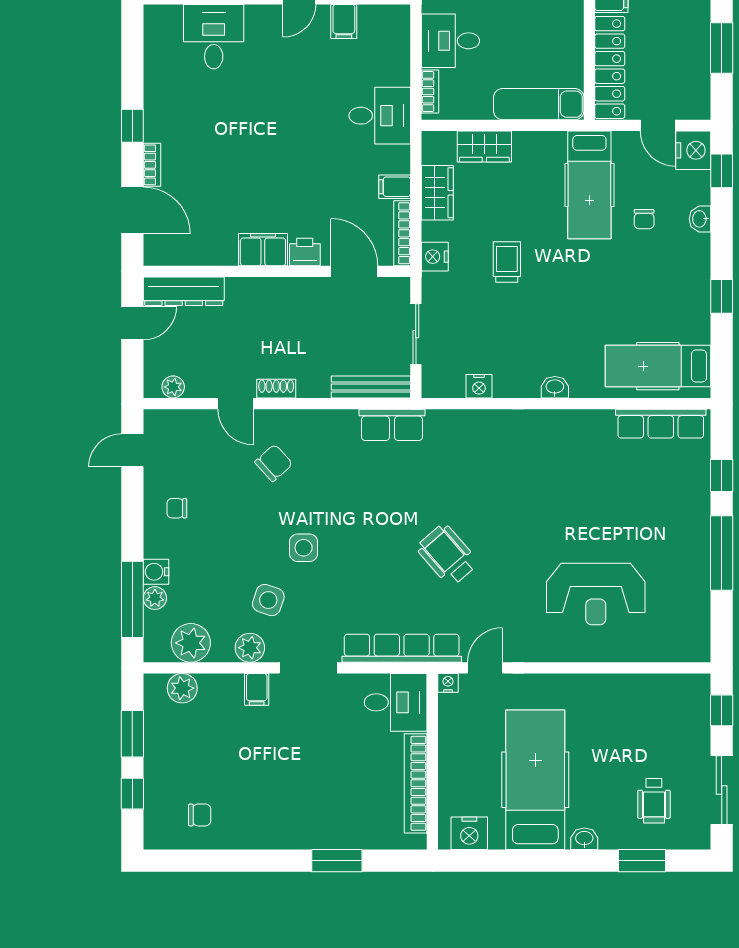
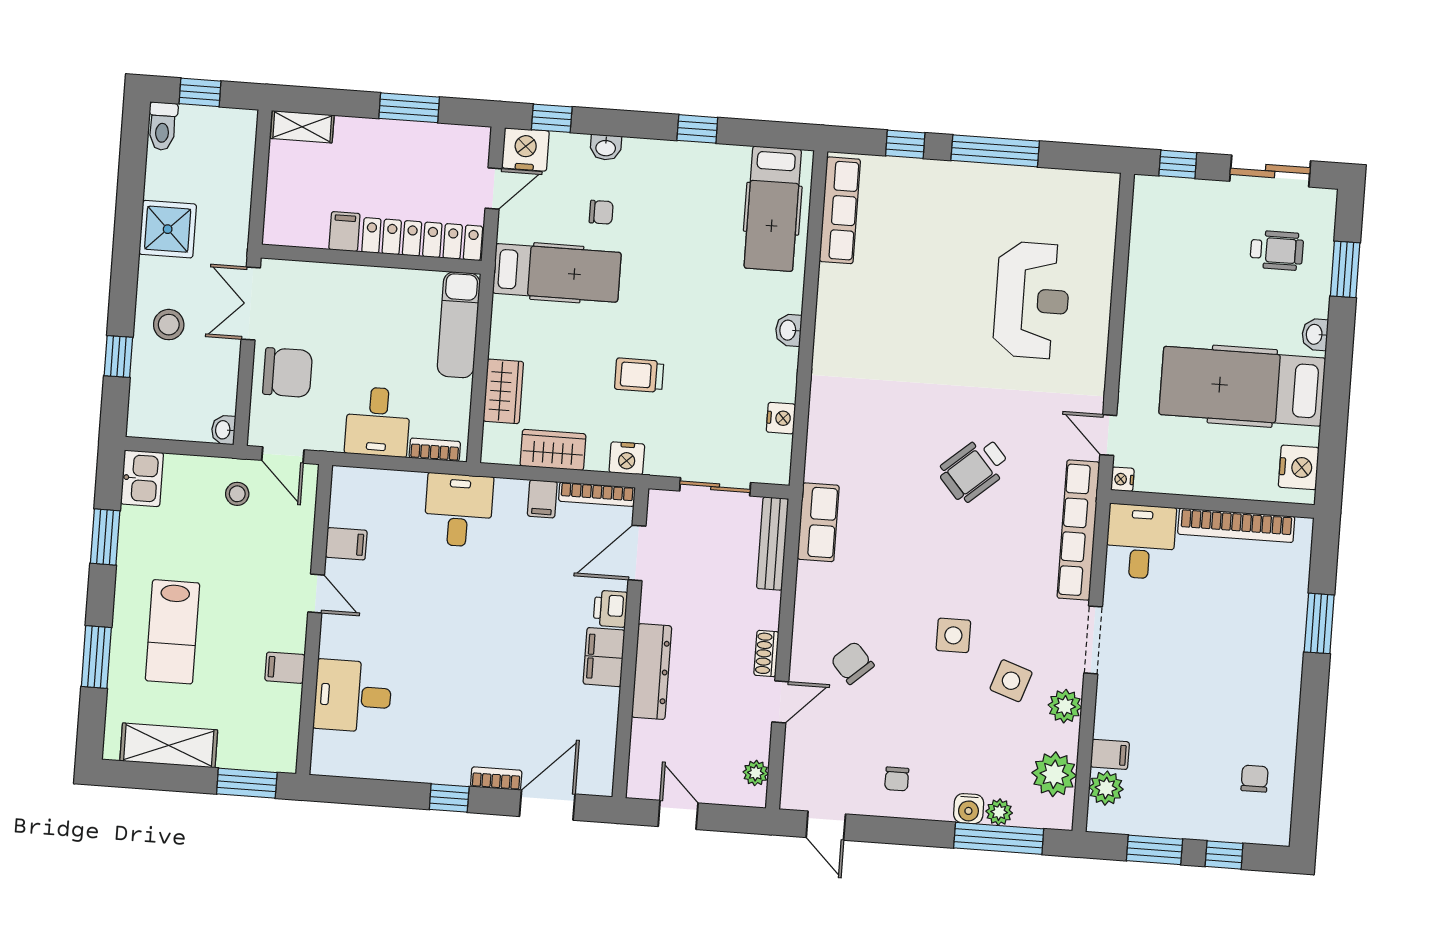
dresser: (184, 291) -> (652, 672), moved
filing cabinet: (257, 689) -> (1110, 754), moved

